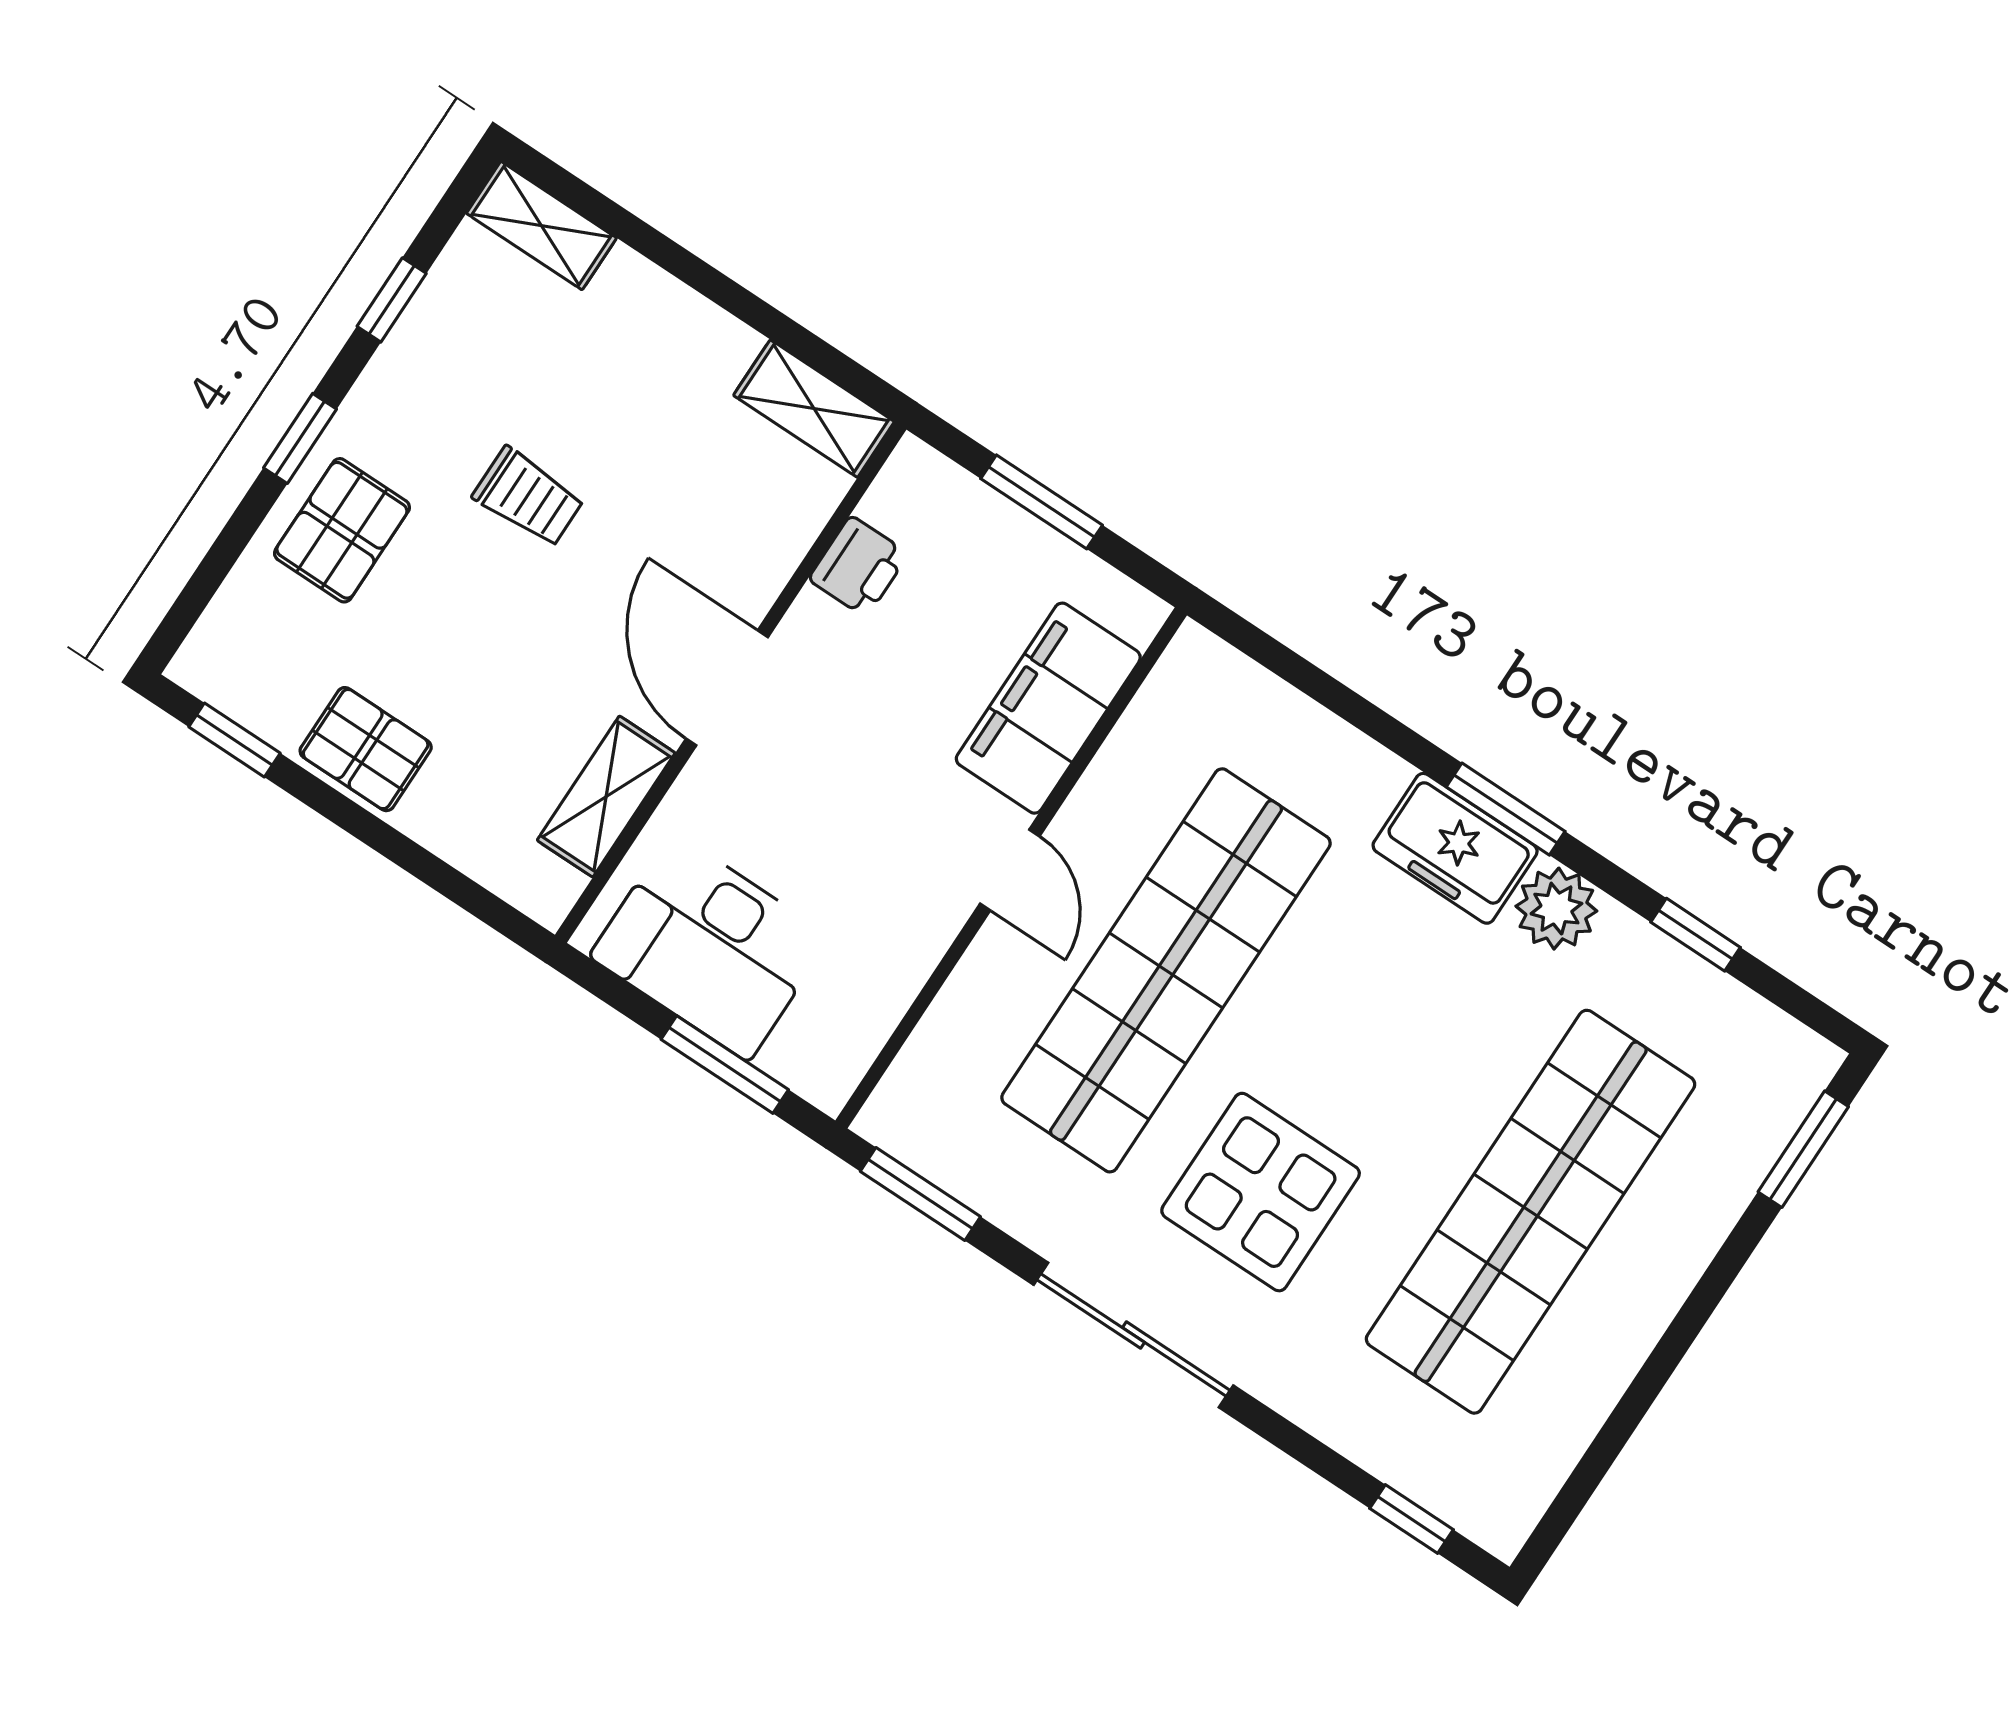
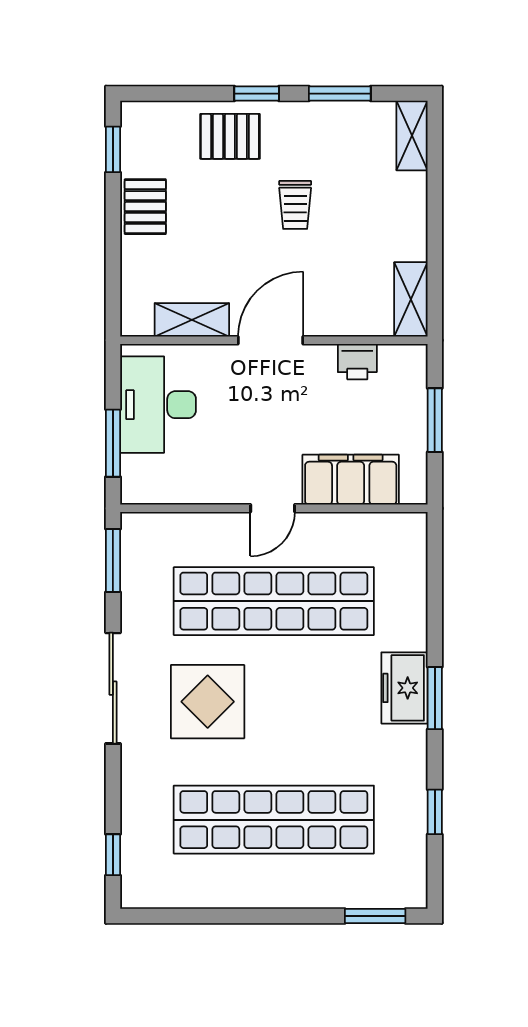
window: (392, 300) -> (340, 94), width x1.50
plant: (1556, 909) -> (407, 747), removed

